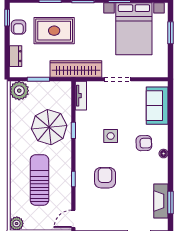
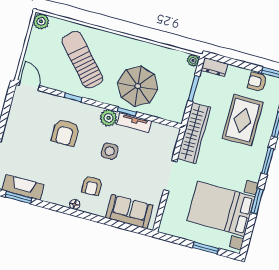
dresser: (16, 56) -> (214, 67), moved
plant: (19, 91) -> (193, 60), width x0.53, depth x0.53
tv unit: (81, 96) -> (134, 123), moved
plant: (83, 145) -> (108, 118), added
armchair: (105, 178) -> (65, 133), turned 90
sun lounger: (39, 180) -> (82, 60), turned -132

